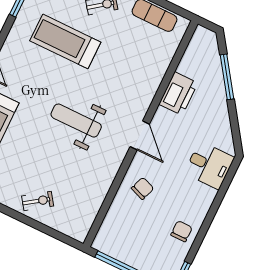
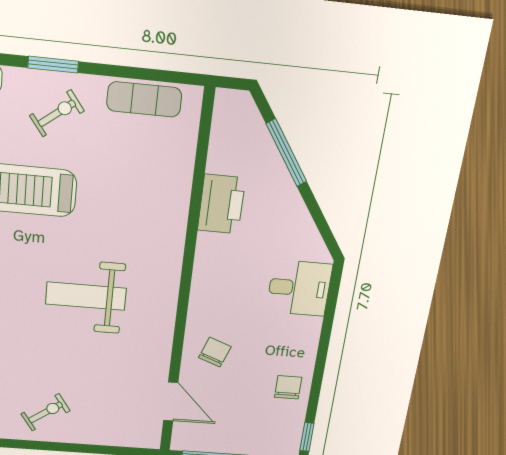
door: (140, 135) -> (171, 401), moved
exercise bike: (38, 201) -> (46, 412), moved

